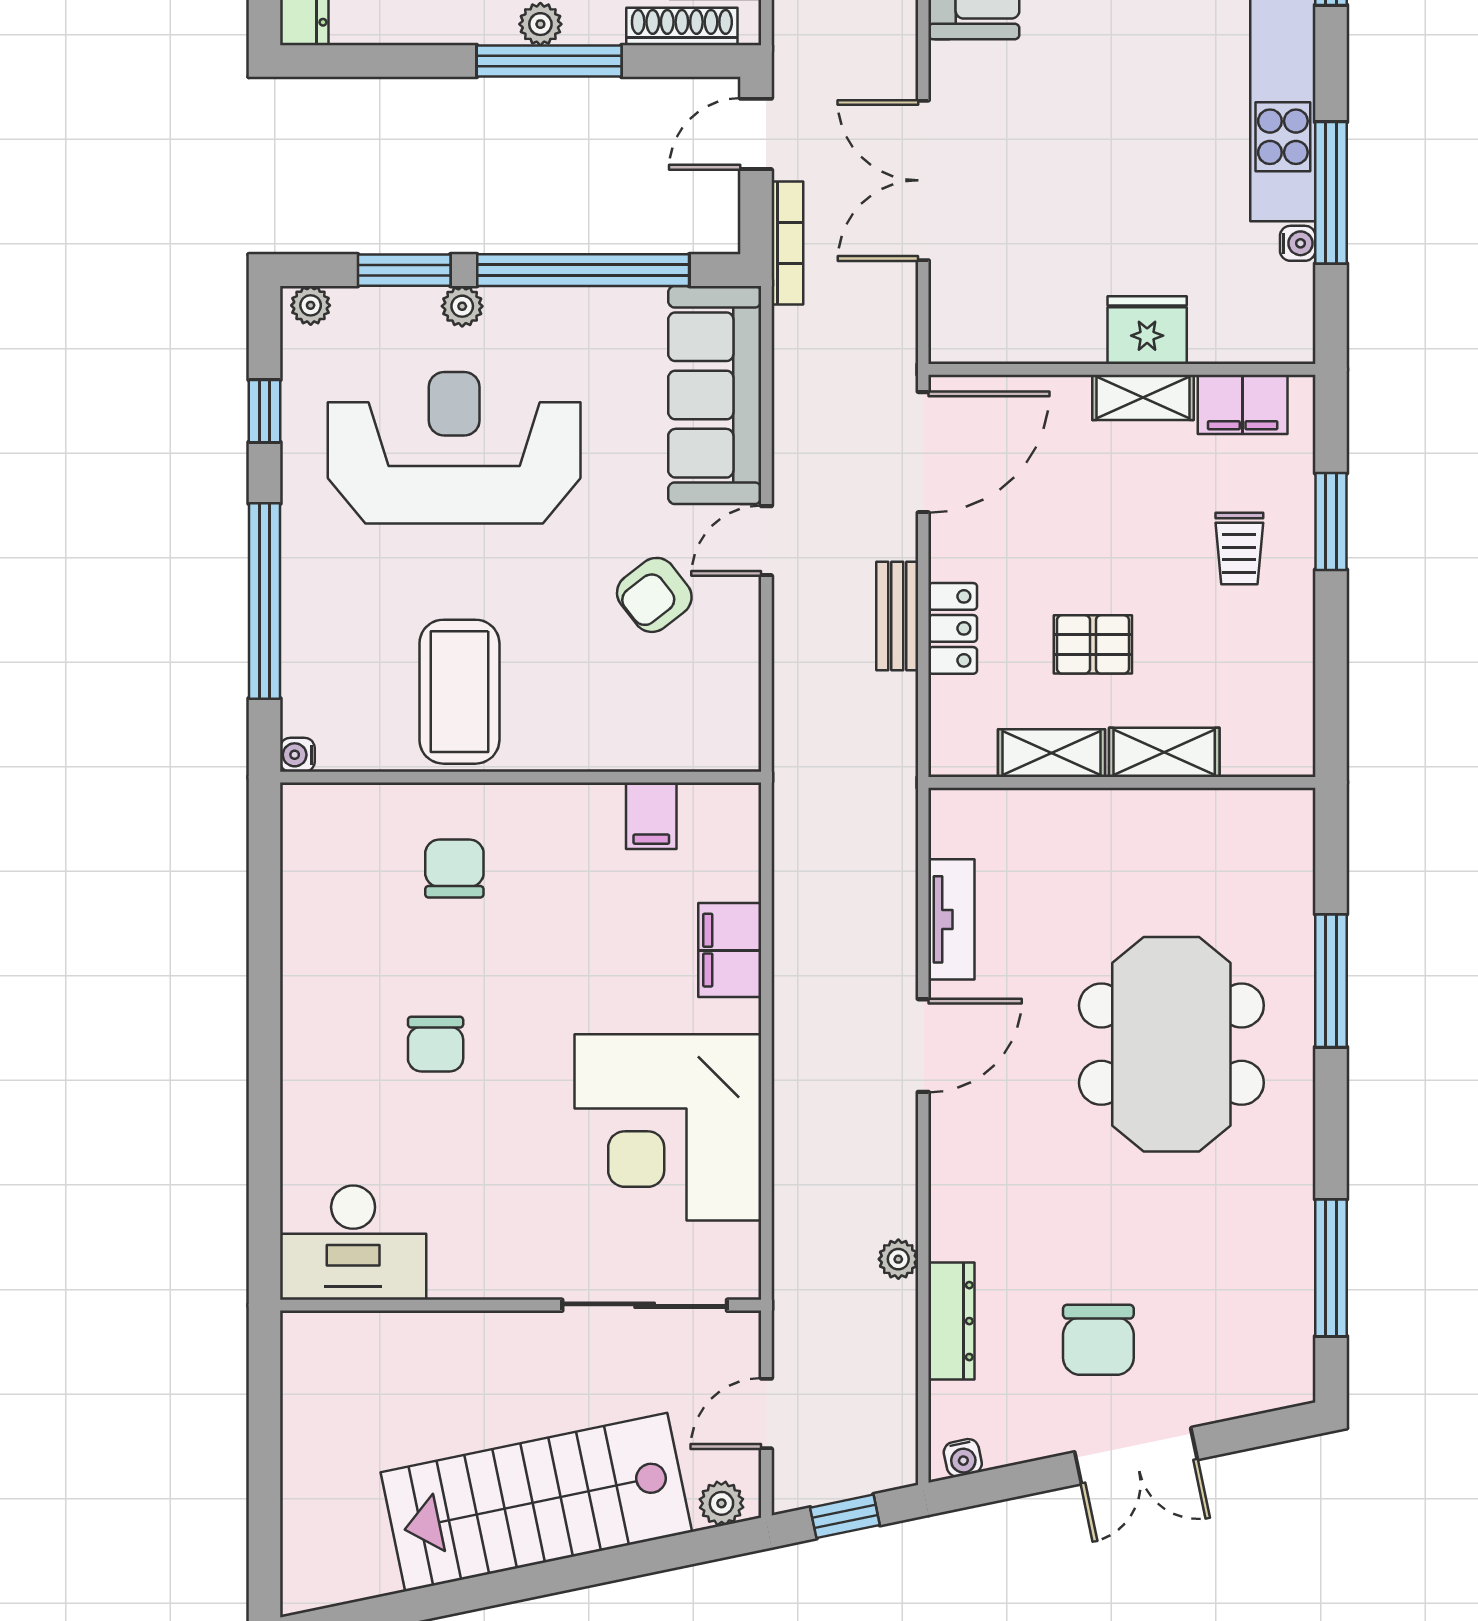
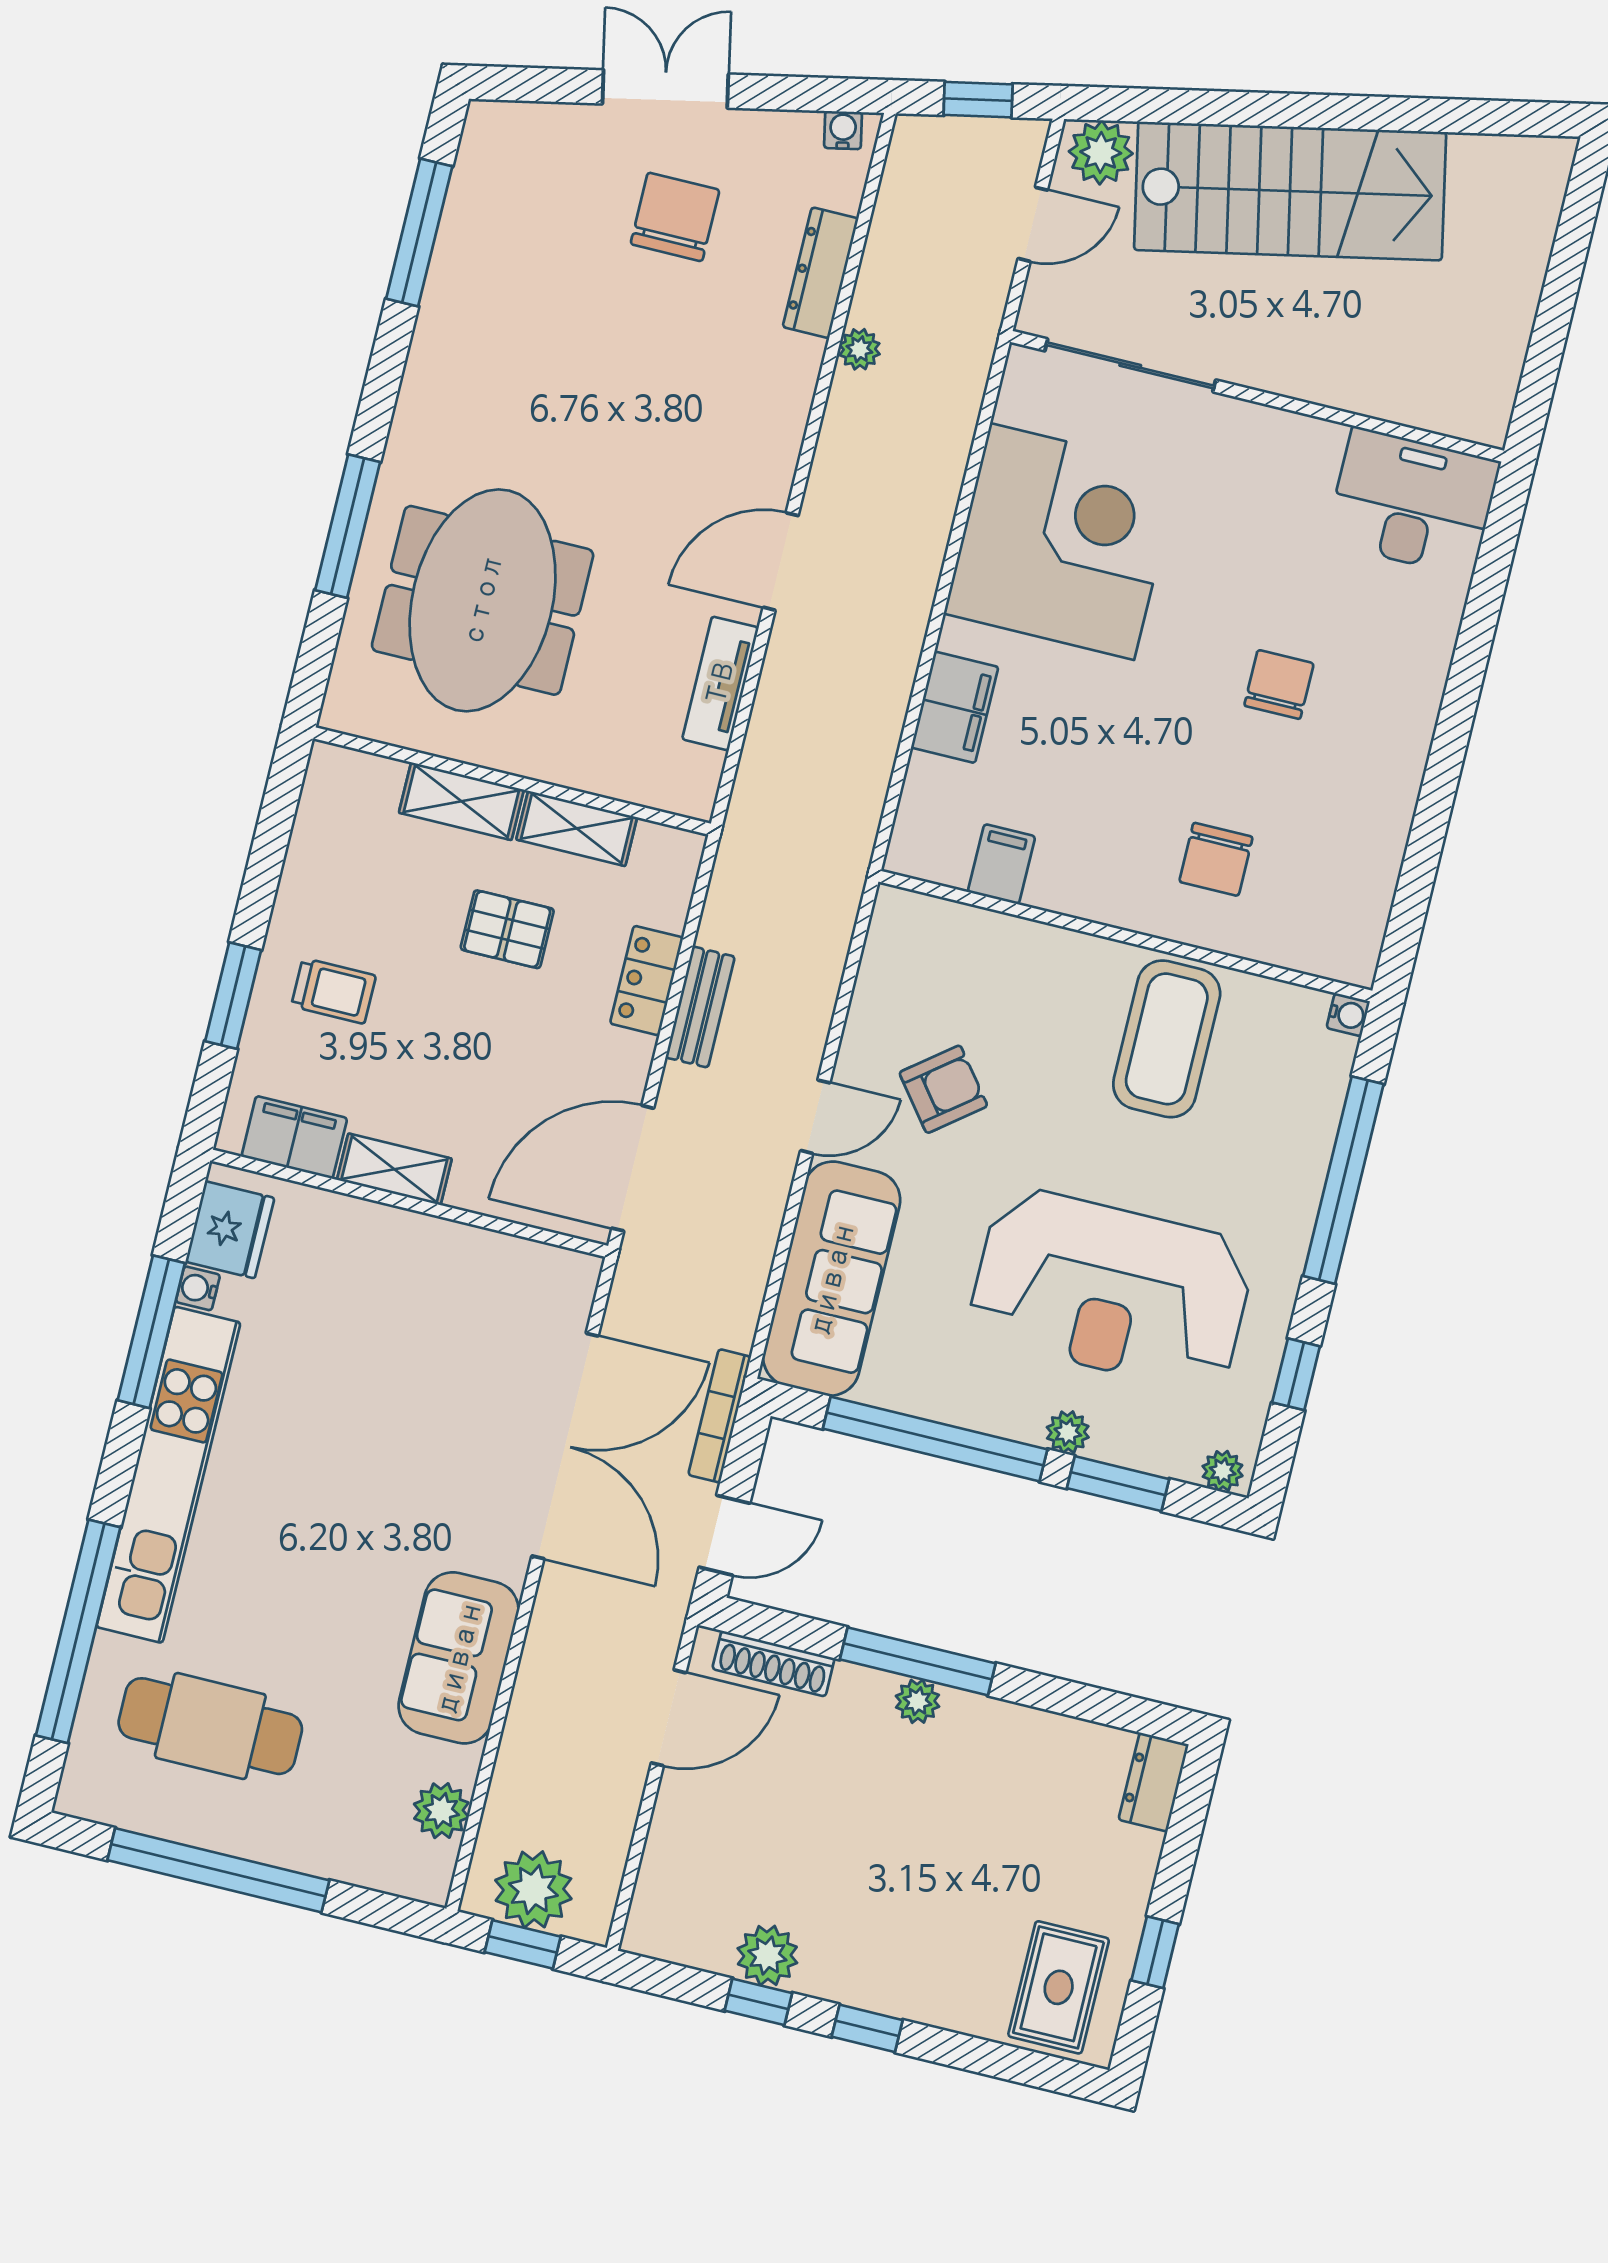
double door: (923, 180) -> (565, 1446), width x1.36
fridge: (1147, 330) -> (230, 1230), moved, turned -90
trolley: (1239, 548) -> (334, 991), turned 90
meeting table: (1171, 1044) -> (483, 600), moved
plant: (721, 1503) -> (1101, 152), width x1.38, depth x1.38

